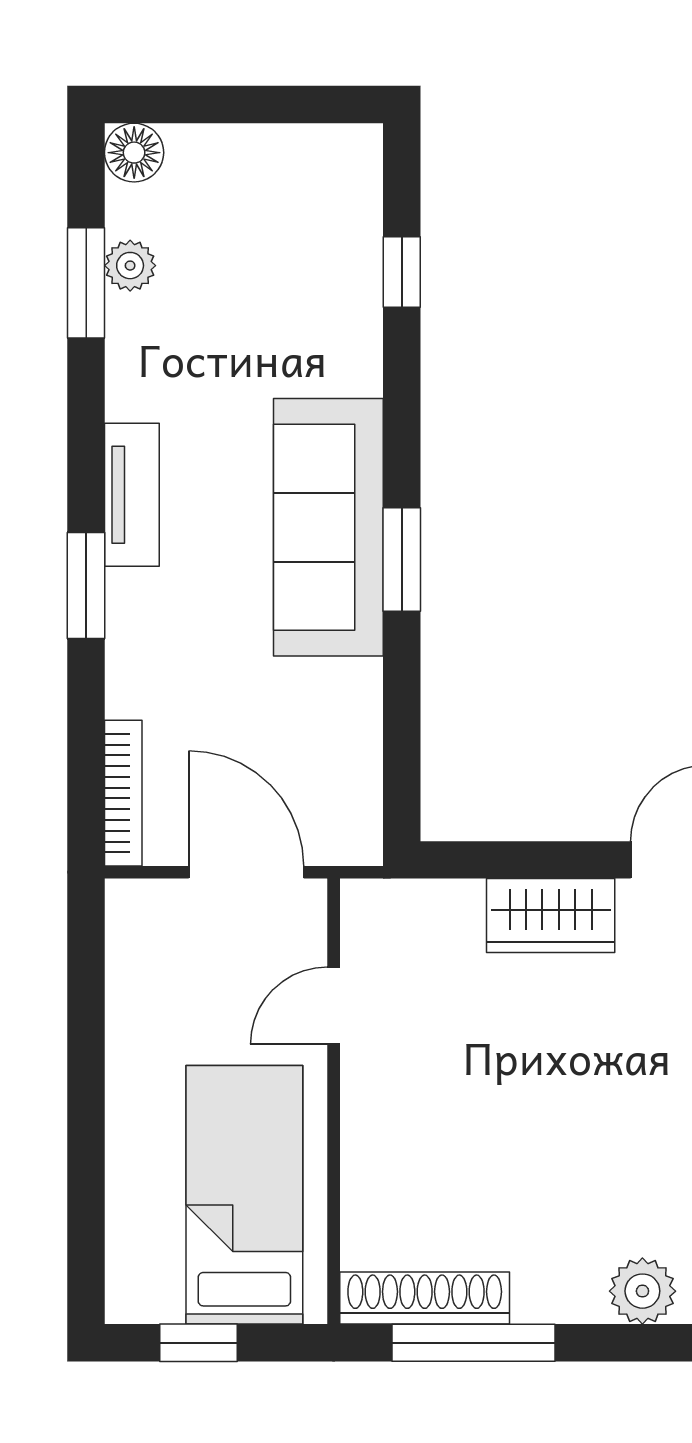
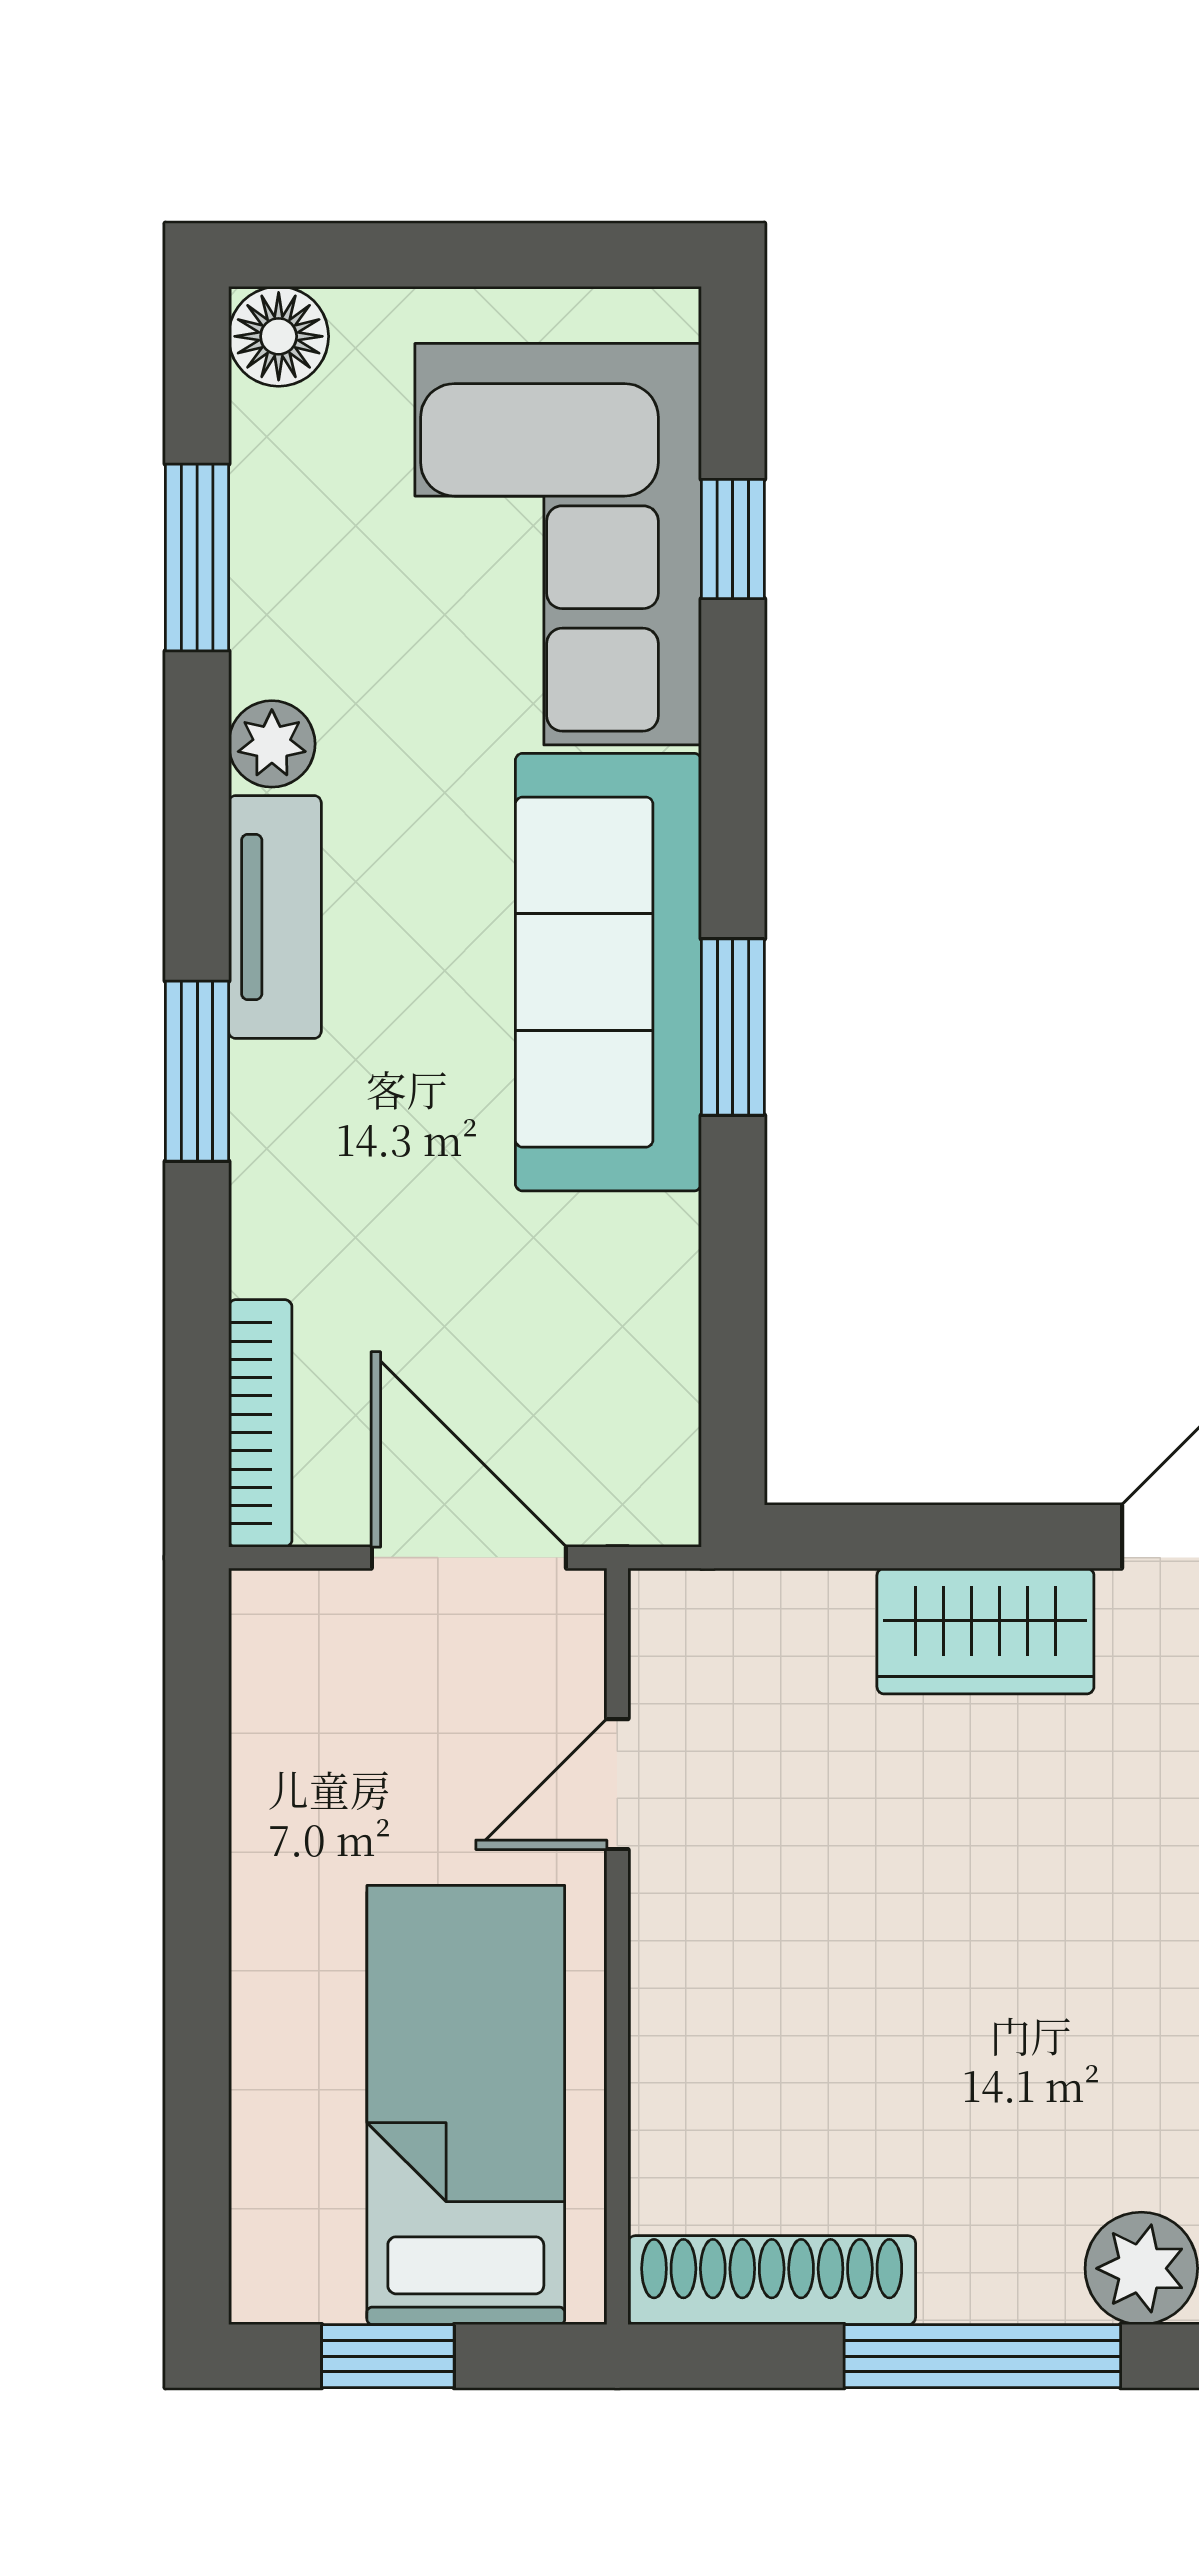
plant: (130, 266) -> (272, 744), moved
corner sofa: (299, 275) -> (558, 544), added
window: (473, 1343) -> (982, 2356), moved

